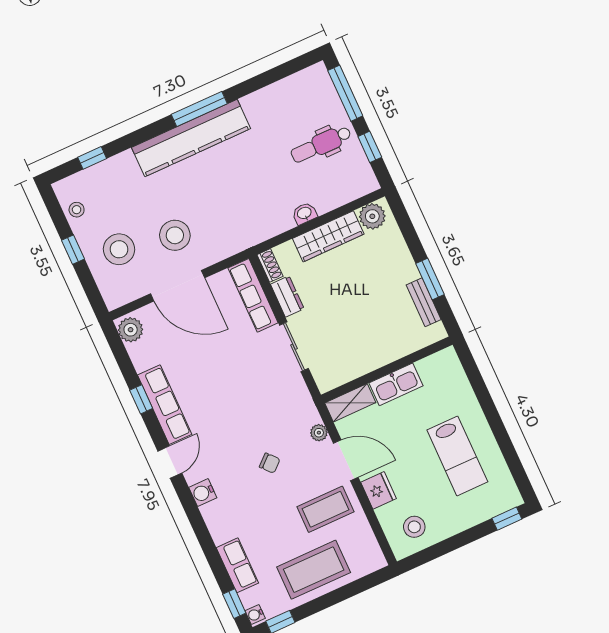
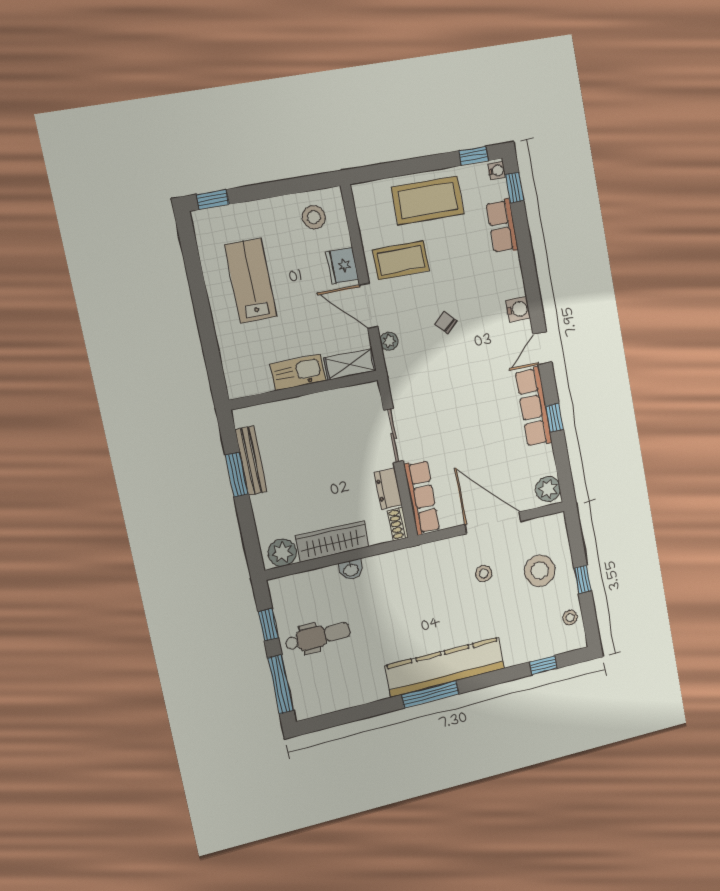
stool: (175, 235) -> (484, 574), width x0.53, depth x0.53
bench: (424, 302) -> (251, 461), width x1.36

